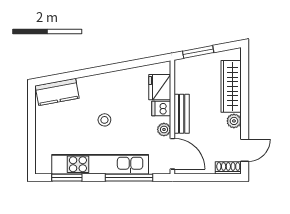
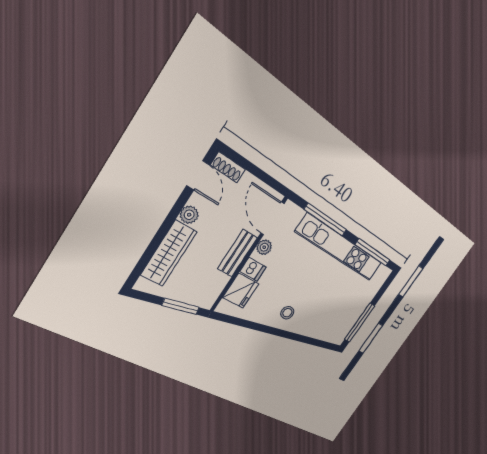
kitchen counter: (57, 92) -> (328, 332), removed
window: (31, 115) -> (360, 323), added
stool: (104, 120) -> (287, 313), moved
door: (245, 150) -> (198, 175), swing flipped
window: (67, 178) -> (373, 252), width x1.44

